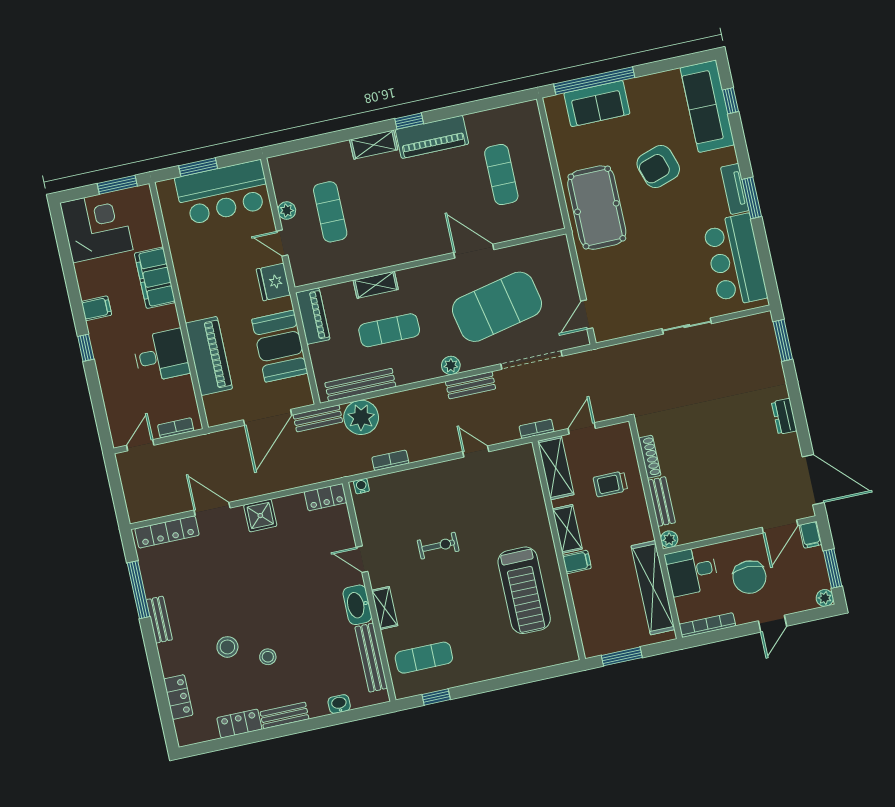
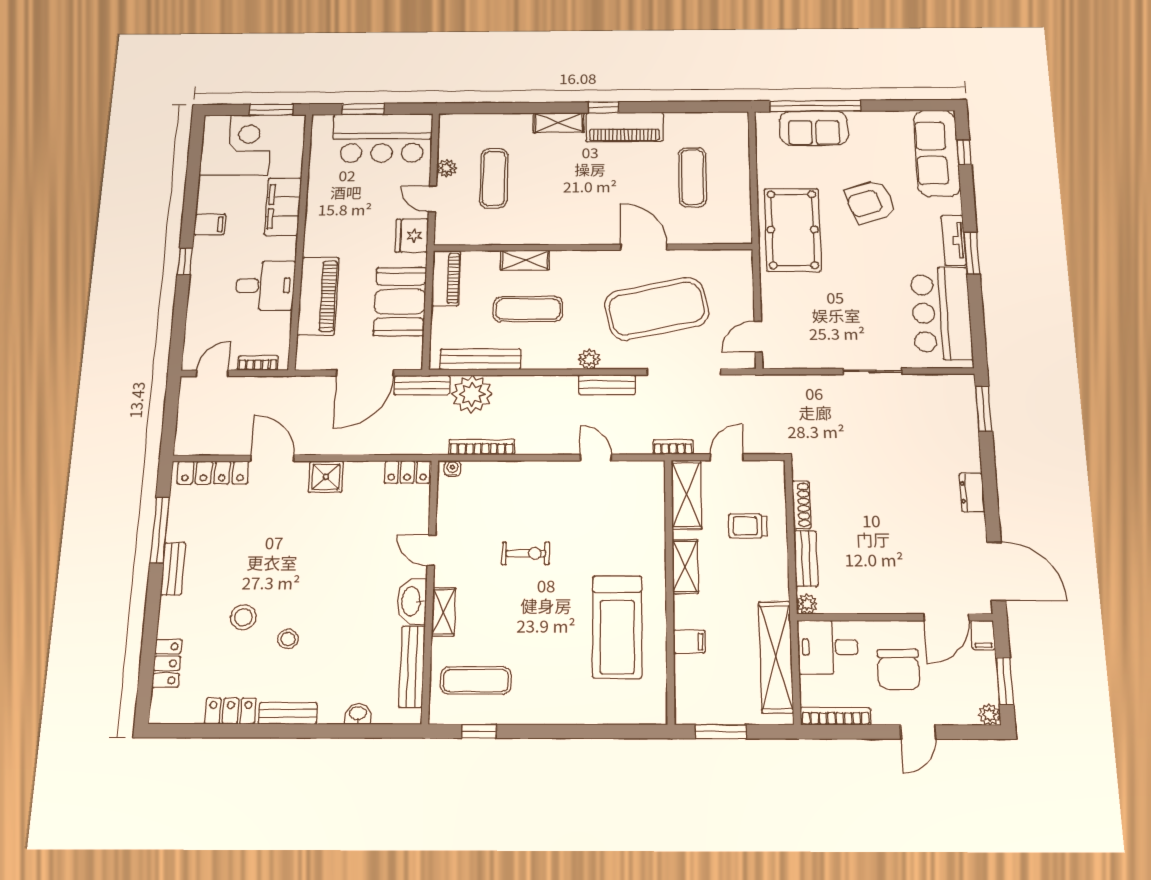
bookcase: (390, 460) -> (482, 447), width x1.56
filing cabinet: (577, 562) -> (689, 642), moved

